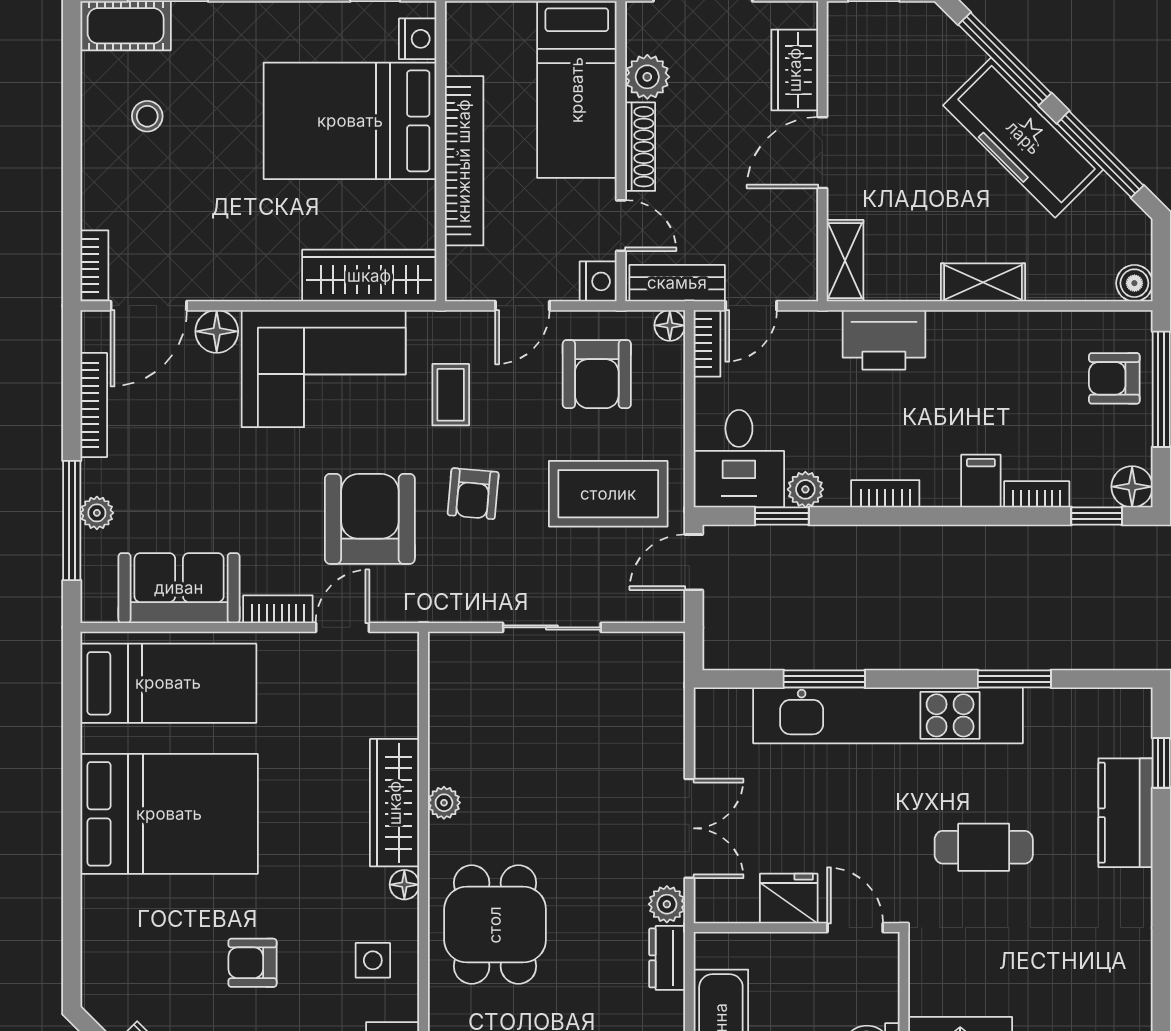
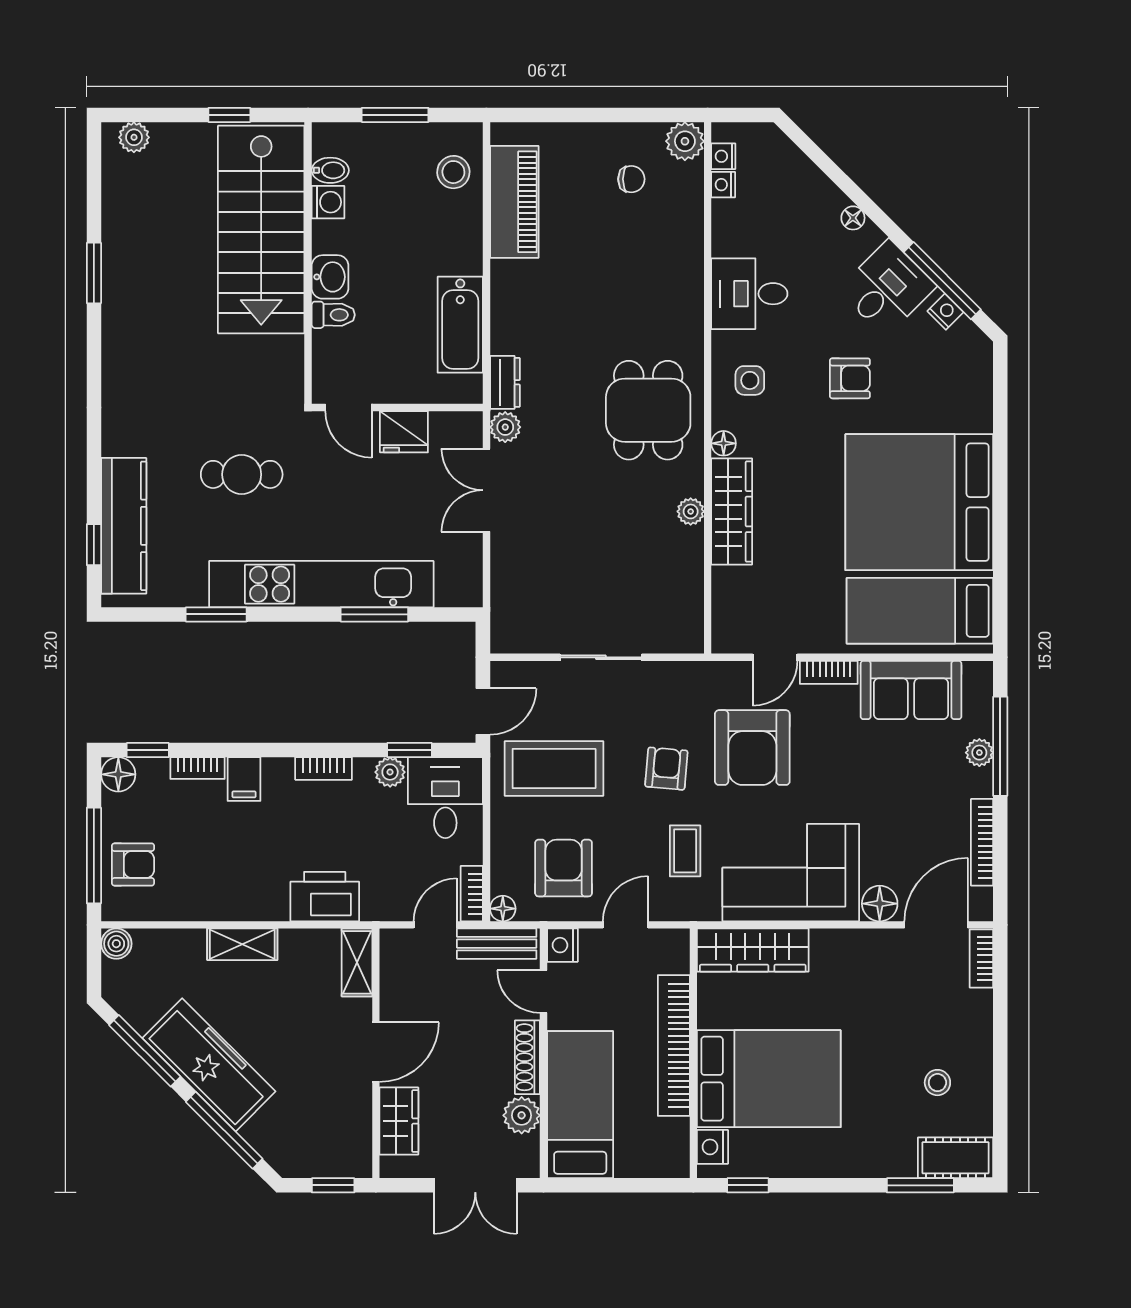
kitchen counter: (1126, 813) -> (124, 526), width x1.50
bed: (169, 814) -> (919, 502), width x1.36

